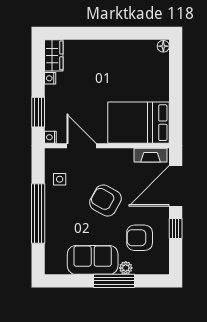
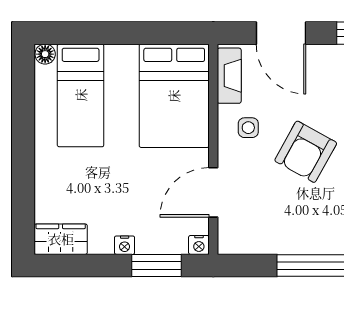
bed: (139, 67) -> (81, 95), added
nightstand: (50, 78) -> (125, 245), moved
side table: (60, 179) -> (248, 128), moved
door: (176, 186) -> (281, 33), width x0.73

